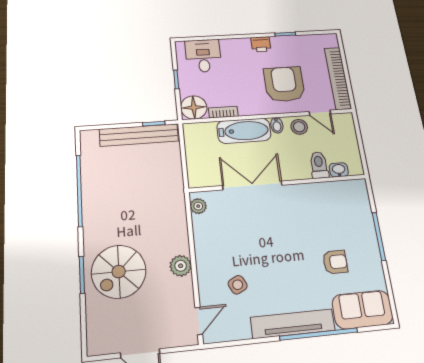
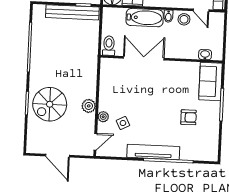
toilet: (319, 165) -> (109, 46), moved
plant: (198, 206) -> (103, 117), moved
sofa: (362, 310) -> (210, 81), moved, turned -90

